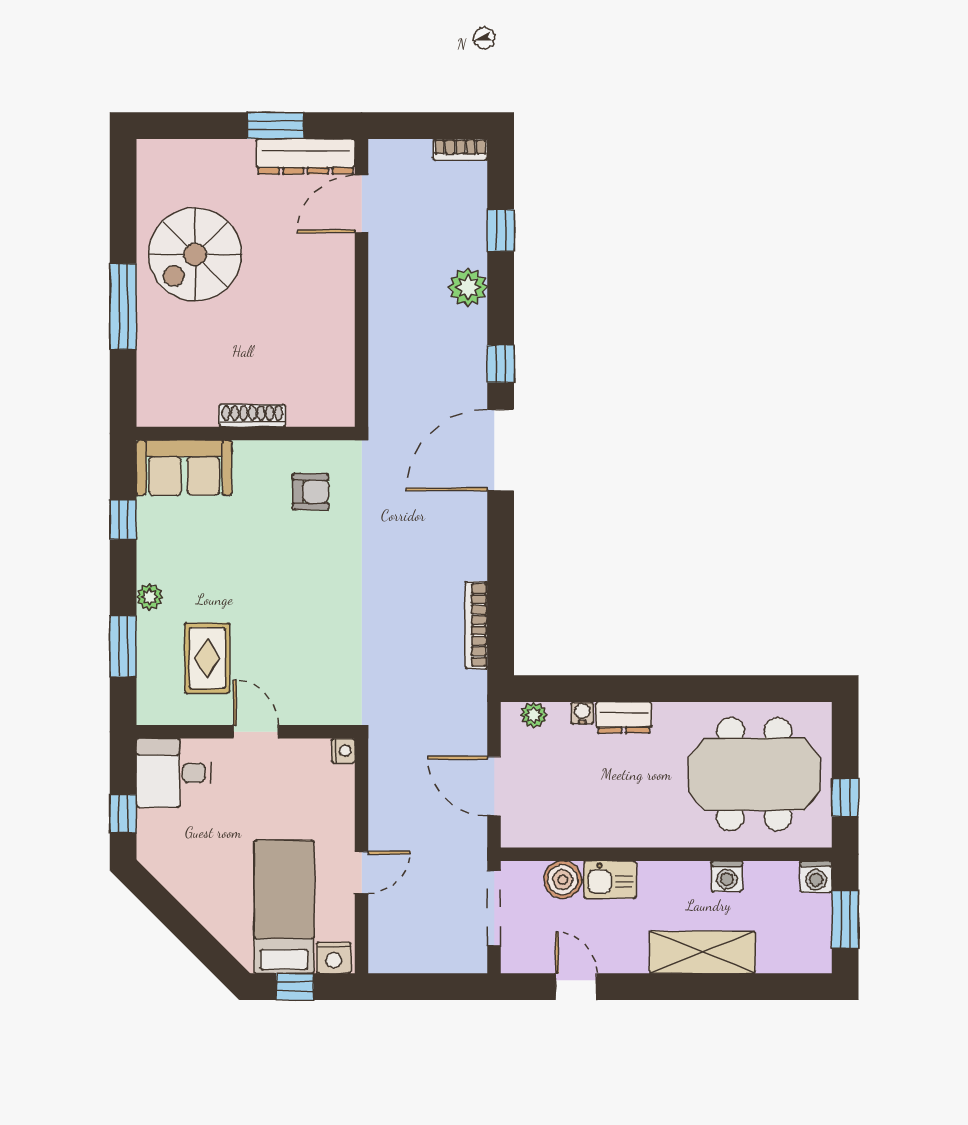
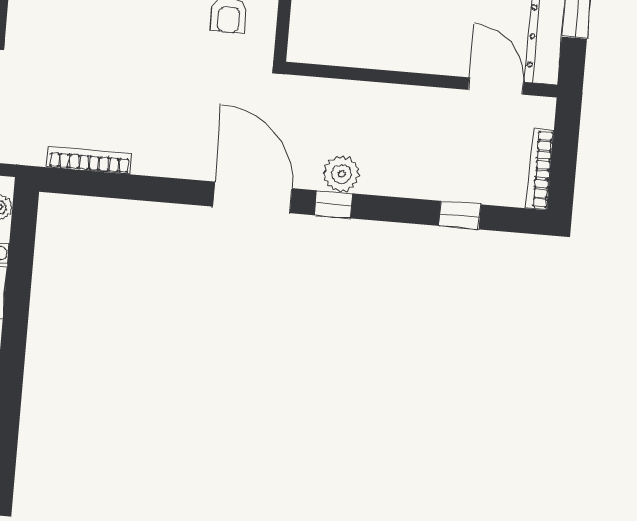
bookcase: (460, 150) -> (540, 169), width x1.56
plant: (468, 287) -> (341, 174), moved

